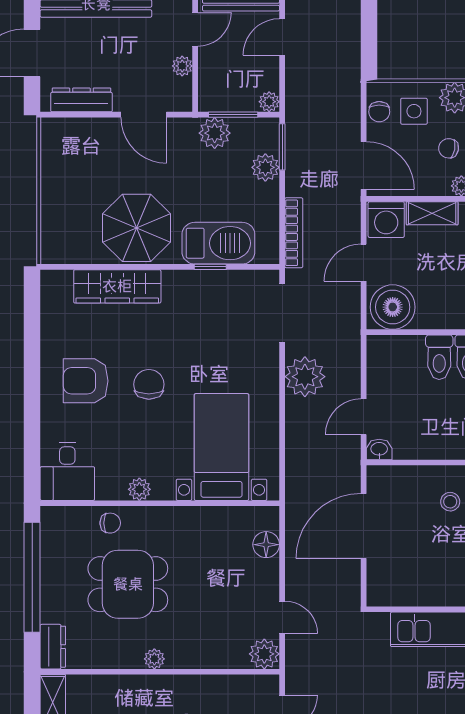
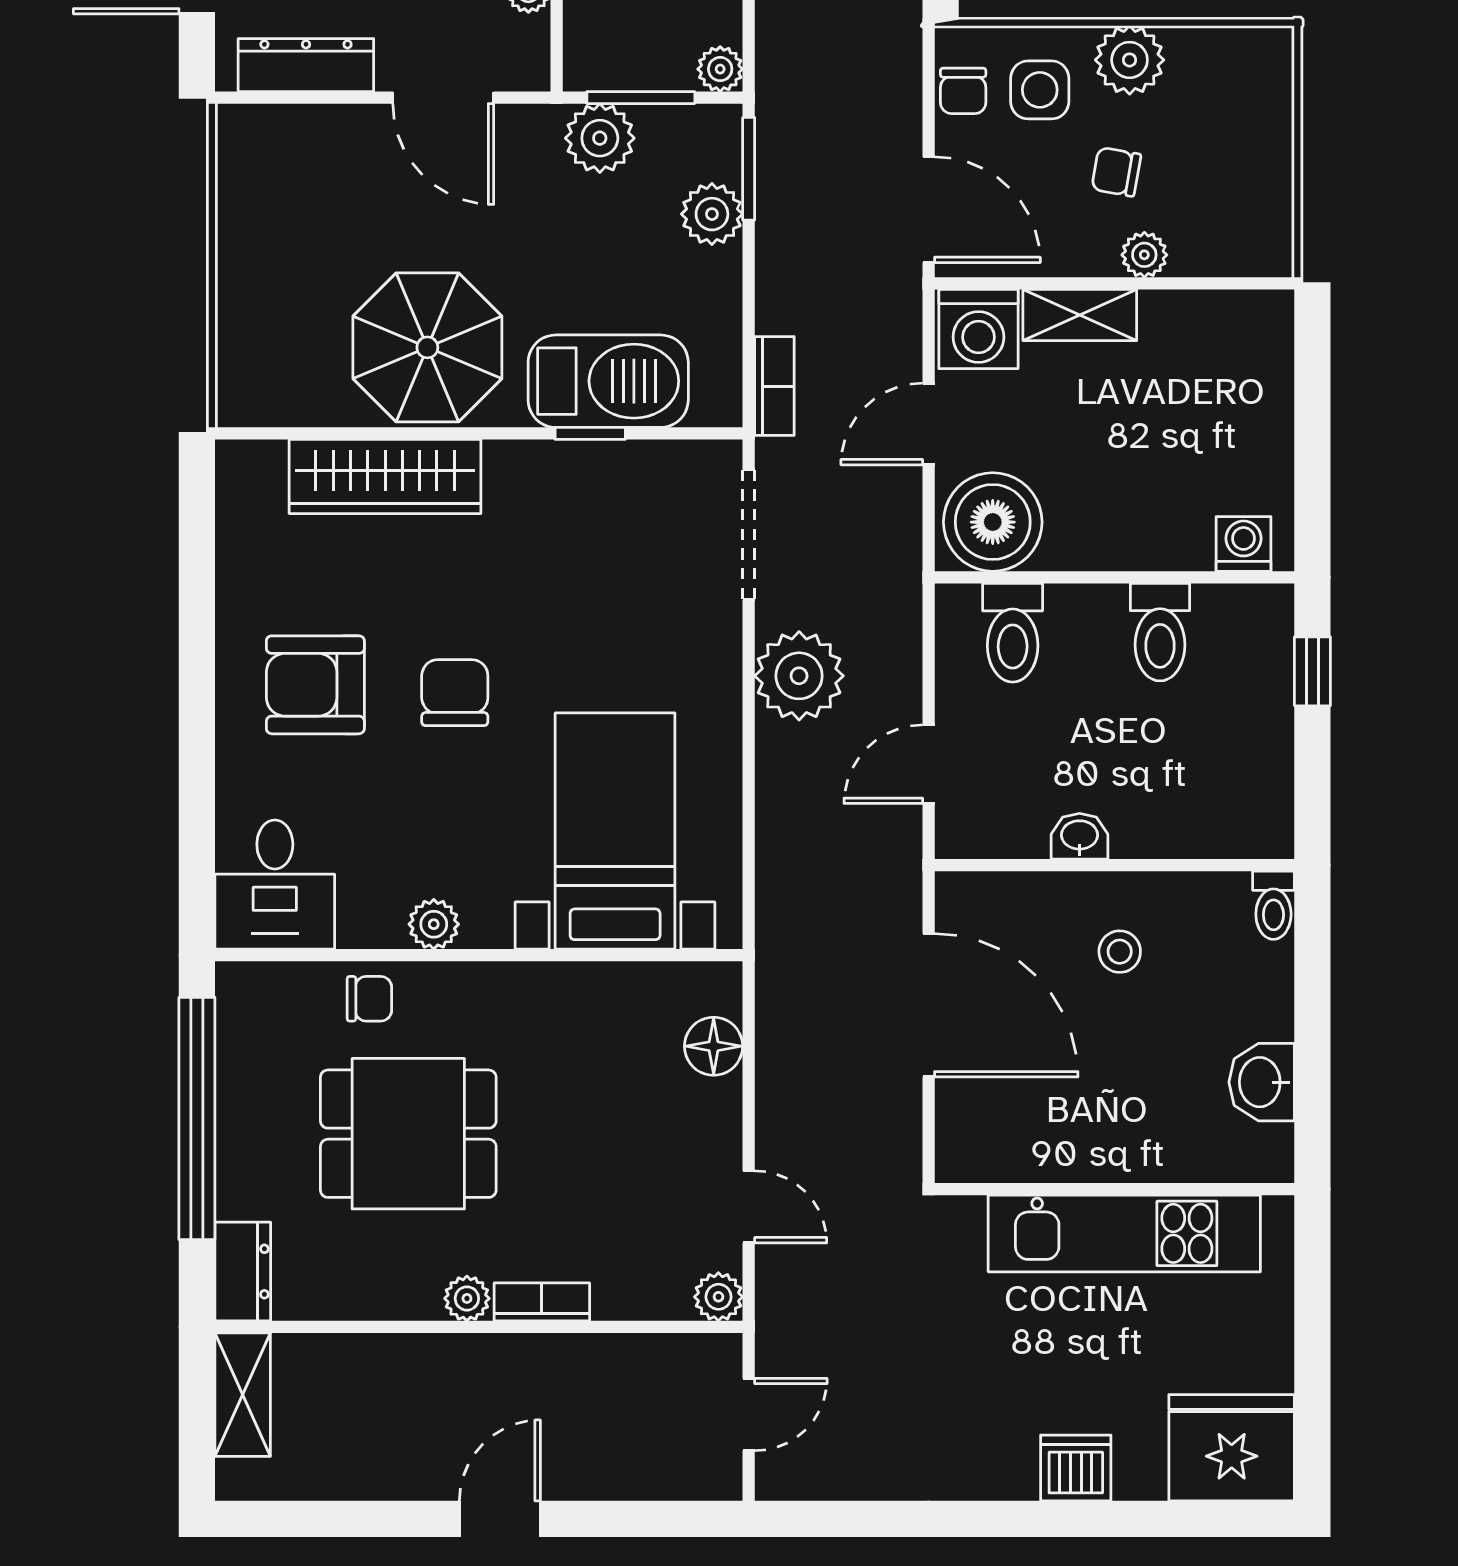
bookcase: (294, 233) -> (774, 386), width x0.64
toilet: (439, 357) -> (1013, 633), moved
washbasin: (379, 449) -> (1080, 836), moved
door: (364, 526) -> (929, 1005), swing flipped
plant: (264, 654) -> (718, 1297), width x0.73, depth x0.73
bookcase: (188, 660) -> (542, 1302), added

